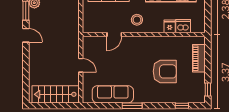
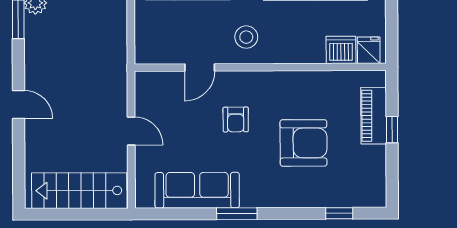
fridge: (170, 26) -> (369, 50), moved
door: (26, 35) -> (19, 104), moved
armchair: (132, 60) -> (236, 120), added
window: (208, 90) -> (392, 130), moved

